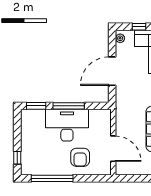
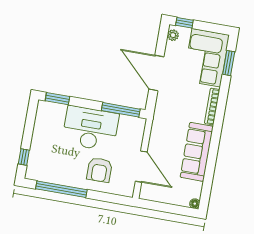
window: (139, 27) -> (184, 23), moved
door: (112, 71) -> (156, 73), hinge flipped
window: (69, 106) -> (121, 110), moved

